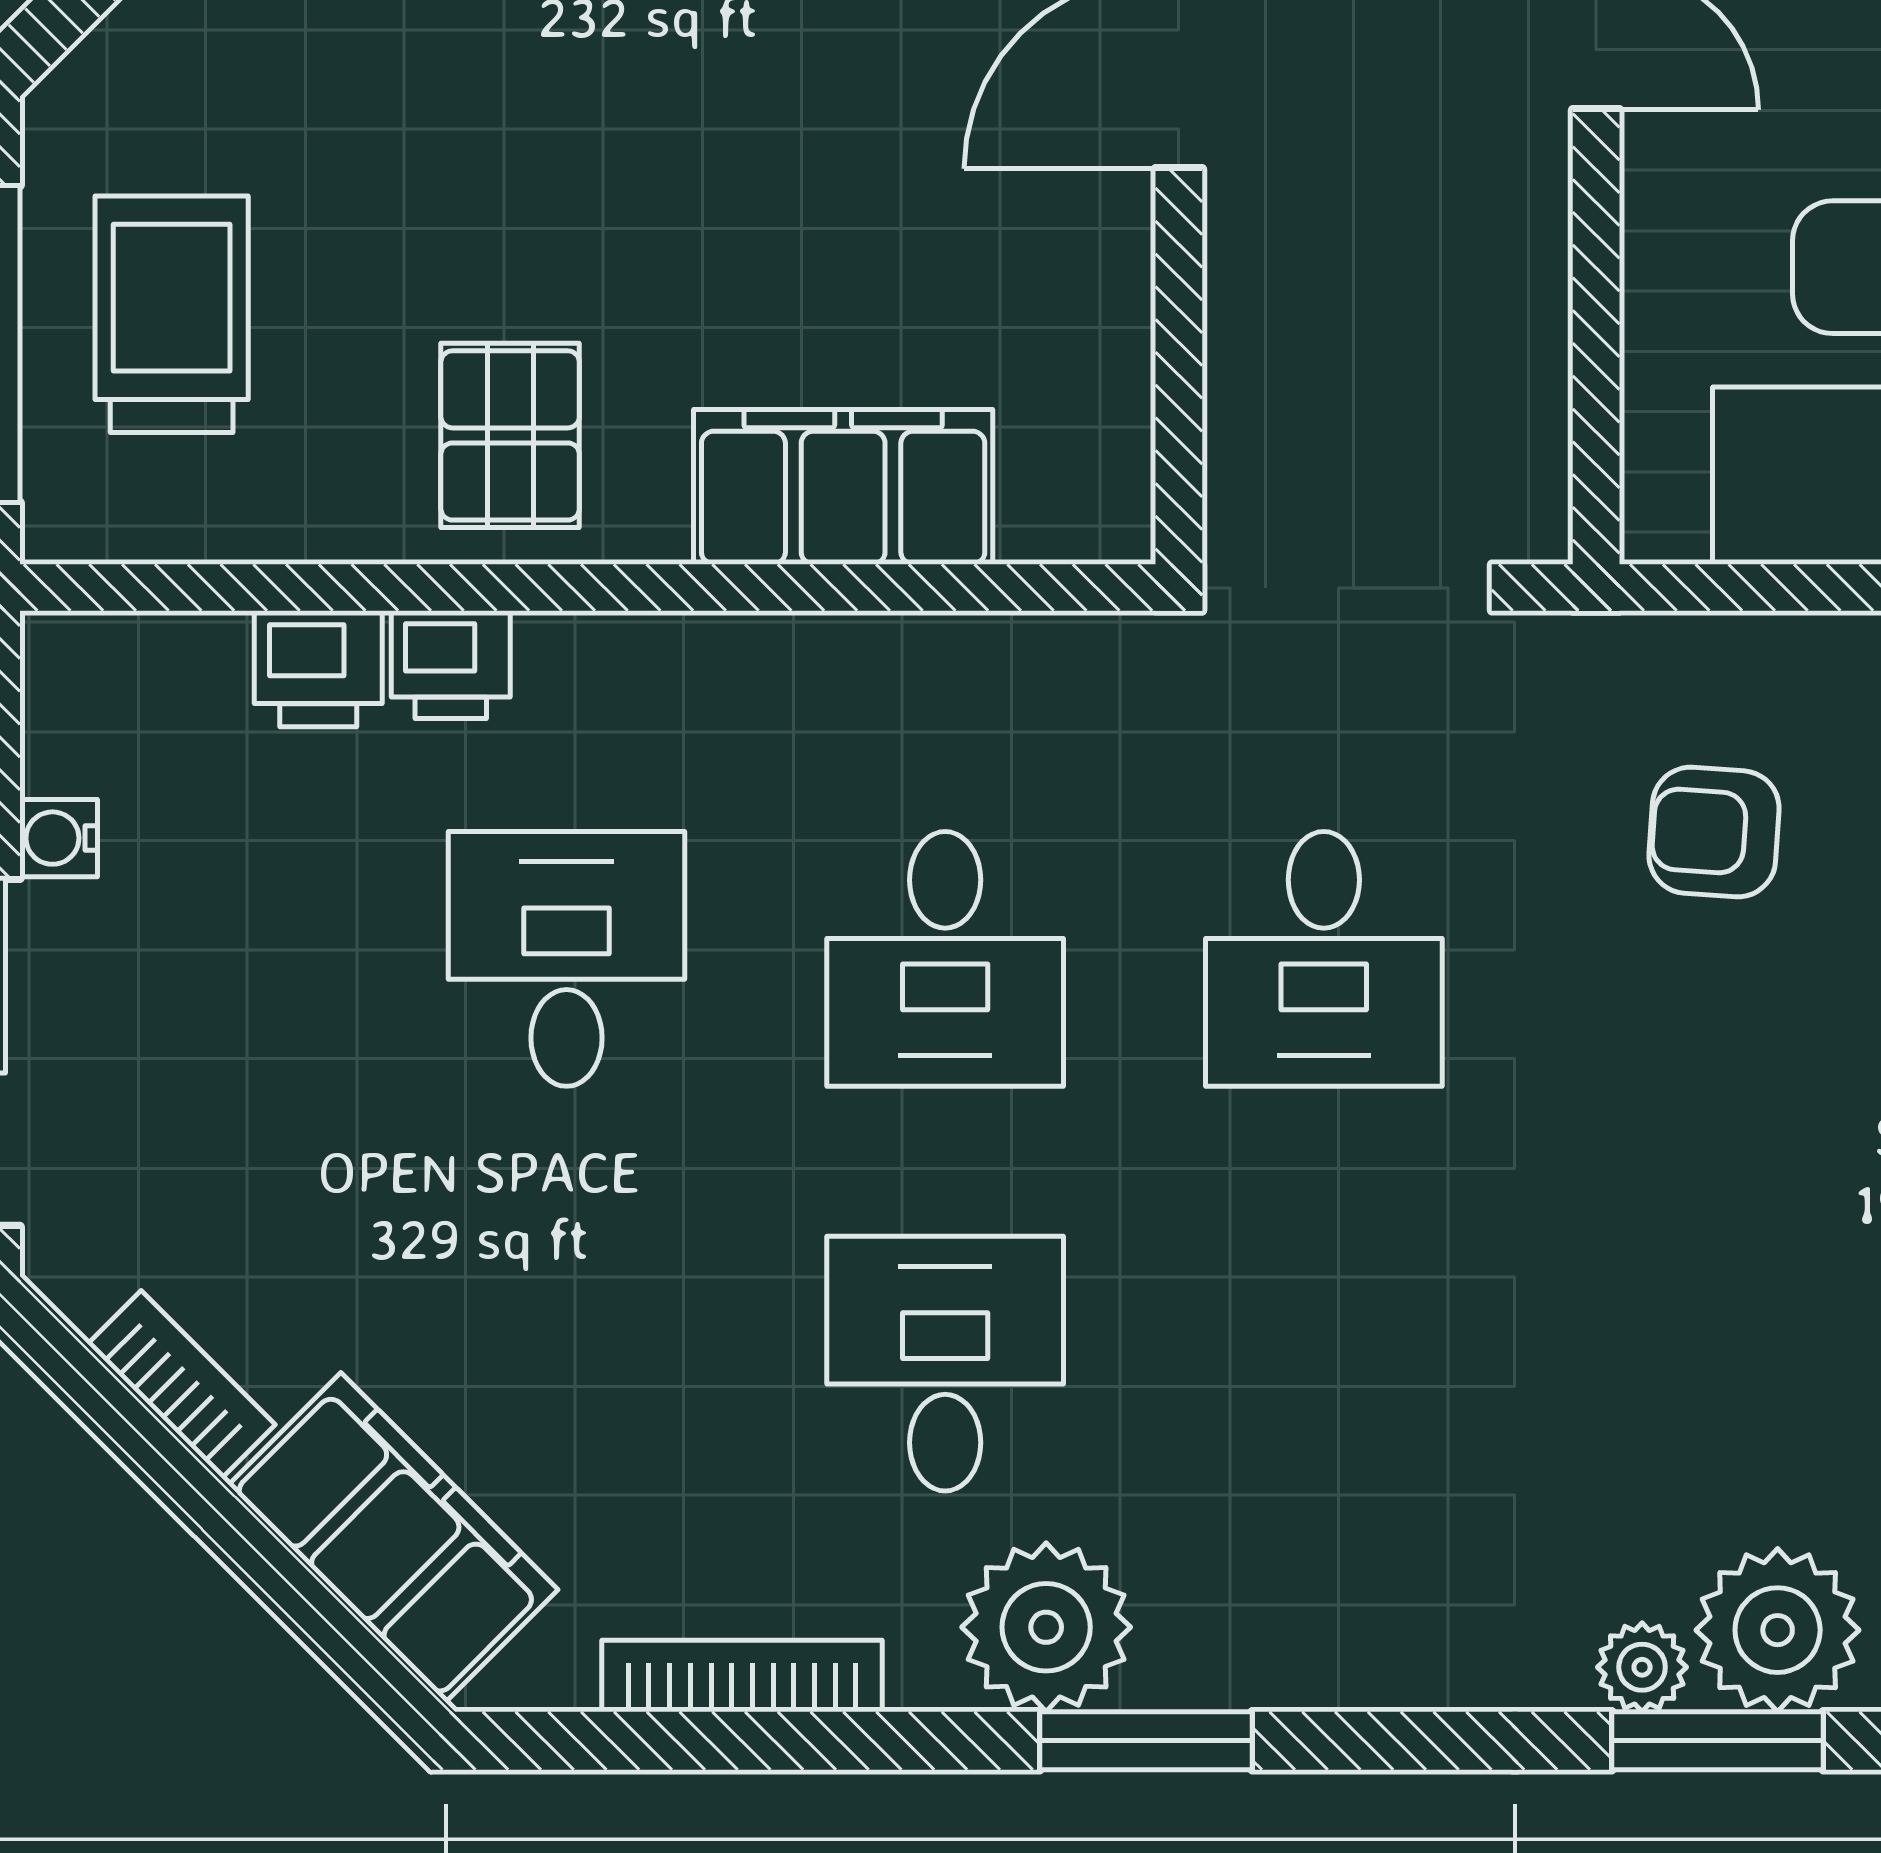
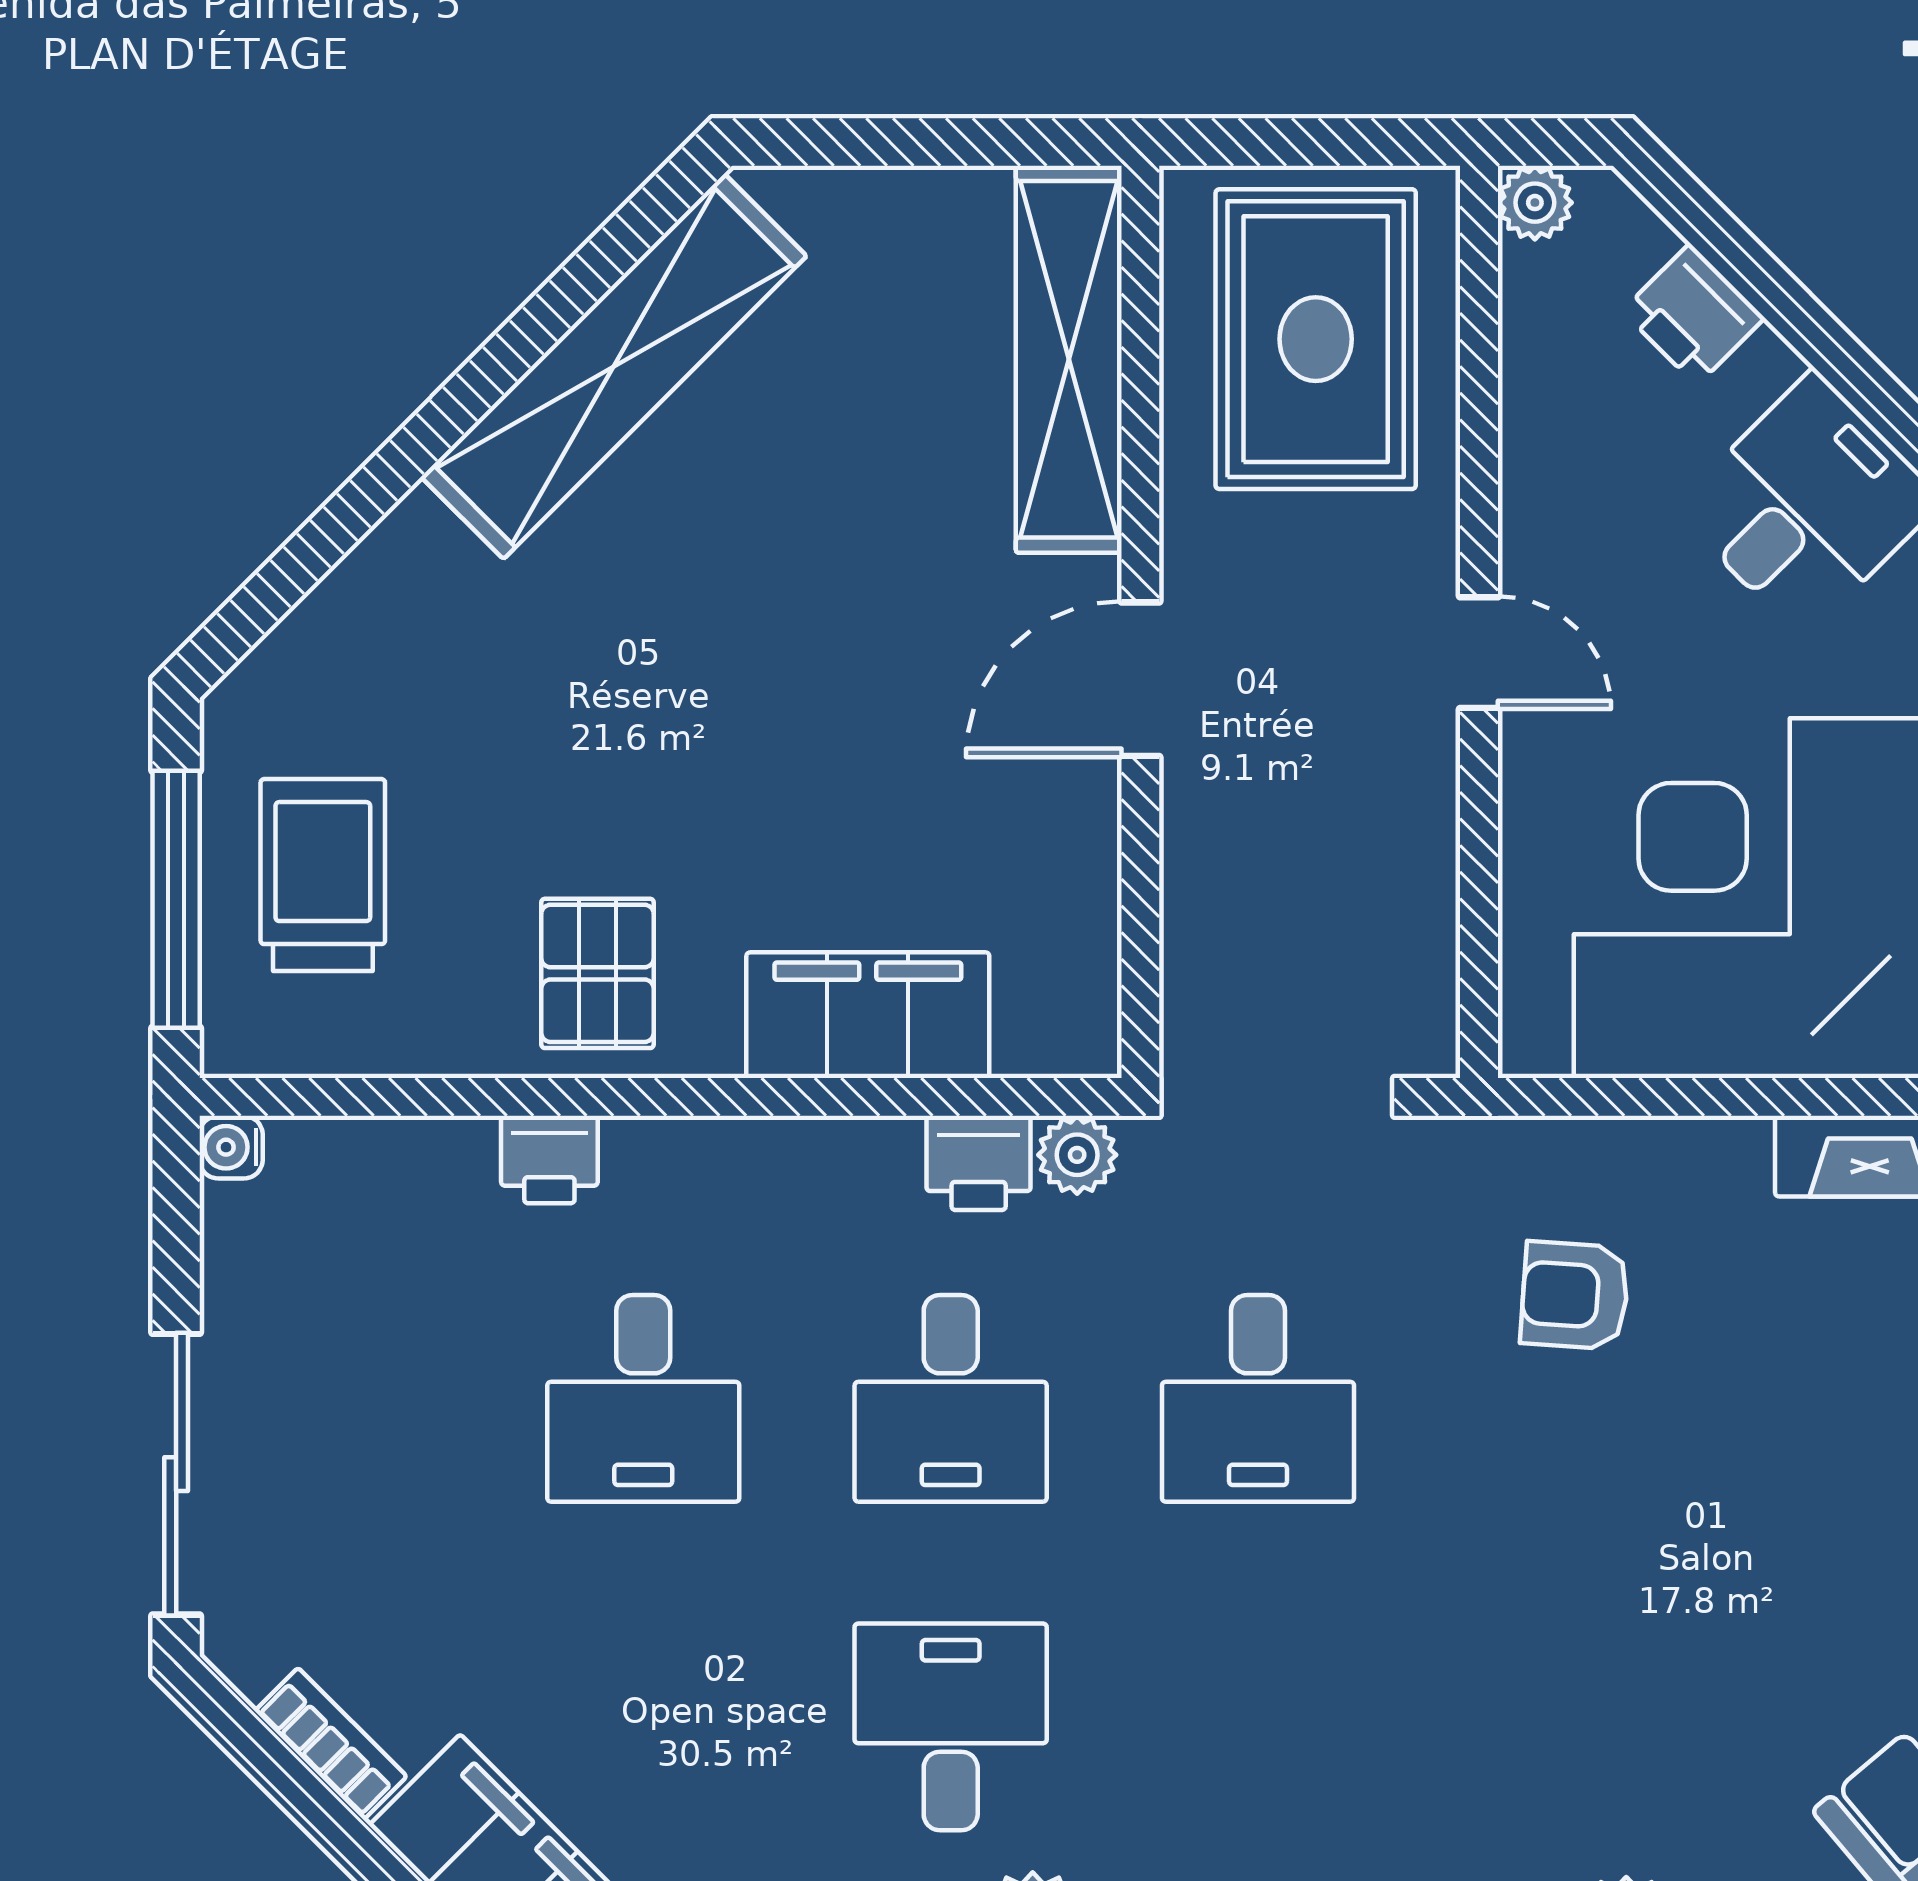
plant: (1101, 659) -> (1077, 1155), added
printer: (318, 669) -> (979, 1163), moved
water cooler: (59, 838) -> (231, 1147), moved
desk: (567, 959) -> (643, 1398), turned 180

